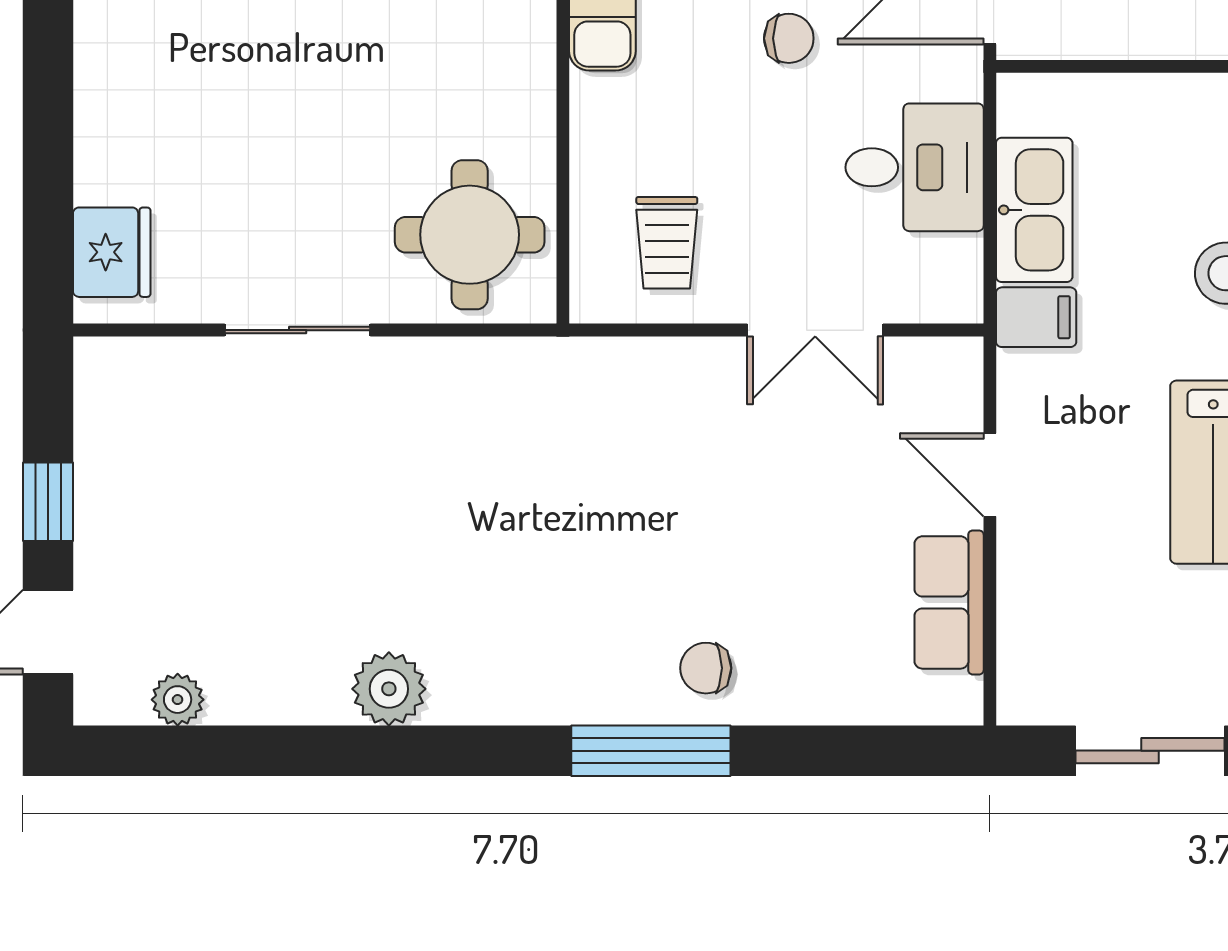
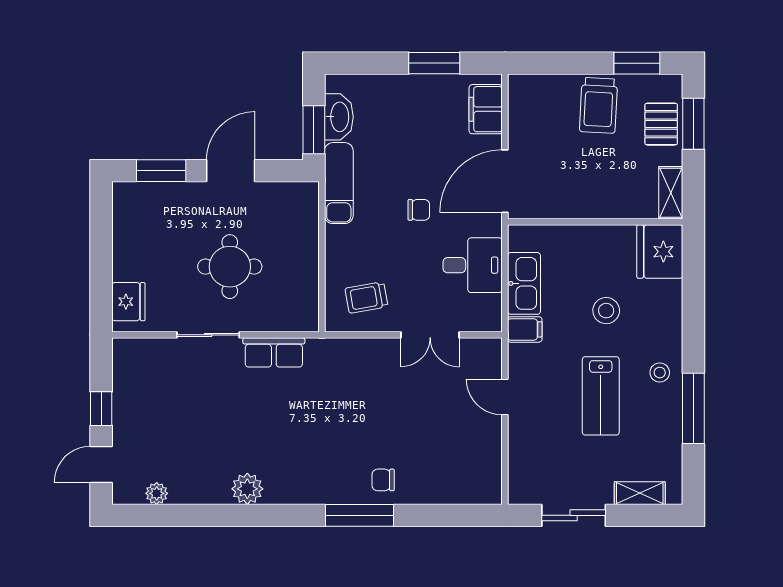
round table: (470, 235) -> (230, 267), moved
trolley: (667, 243) -> (366, 297), turned 80
row of seats: (949, 602) -> (274, 352), moved, turned -90

